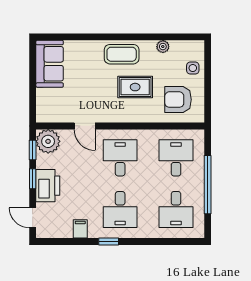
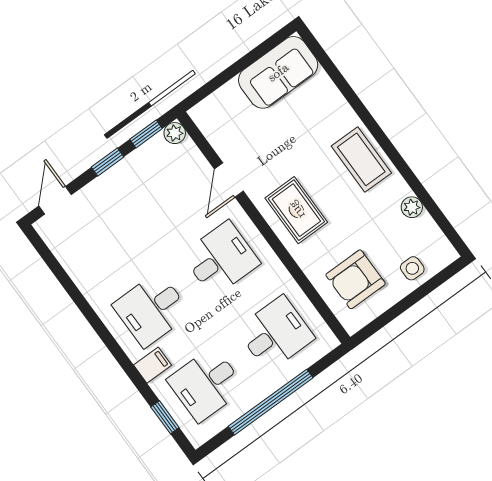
rug: (135, 87) -> (296, 210), moved
armchair: (178, 100) -> (356, 279), turned -90
plant: (48, 141) -> (175, 133), width x0.53, depth x0.53
printer: (48, 186) -> (113, 189), removed
filing cabinet: (80, 229) -> (153, 365), moved
window: (109, 241) -> (165, 417), moved

